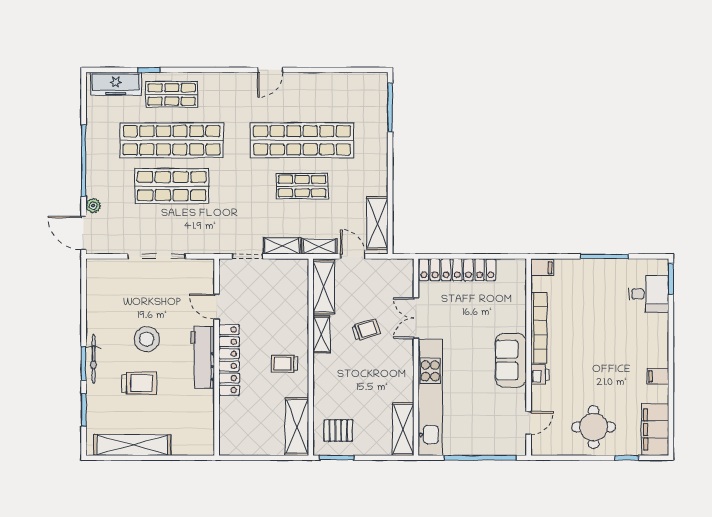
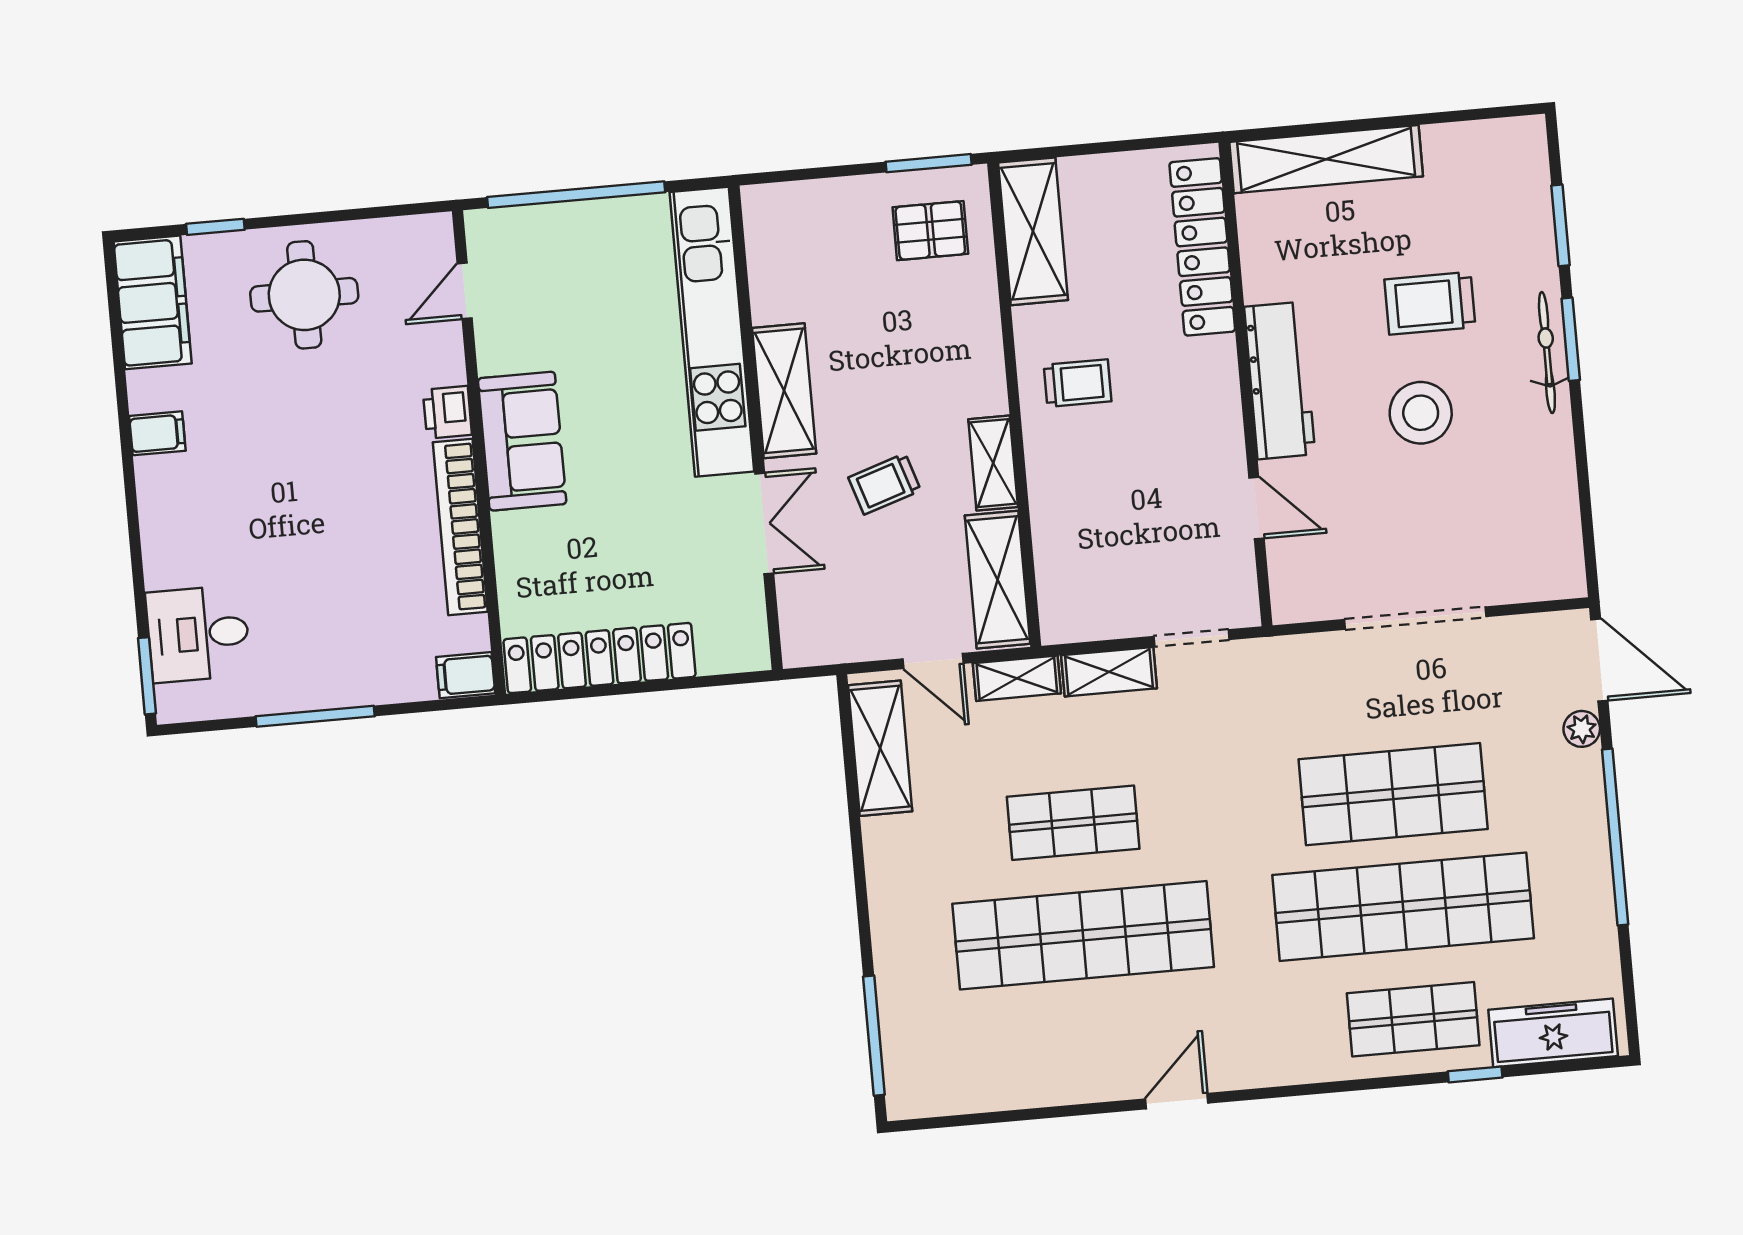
locker: (457, 270) -> (600, 658), moved
locker: (229, 360) -> (1202, 247), moved
shelving: (403, 429) -> (784, 391), moved
shelving: (132, 445) -> (1326, 159), moved

